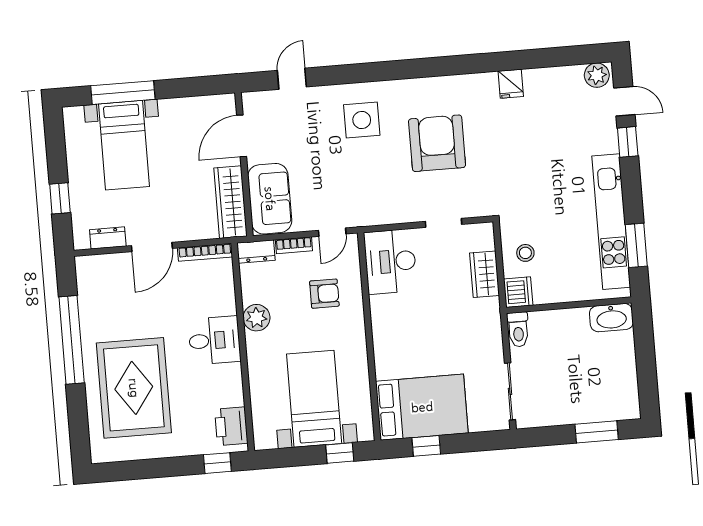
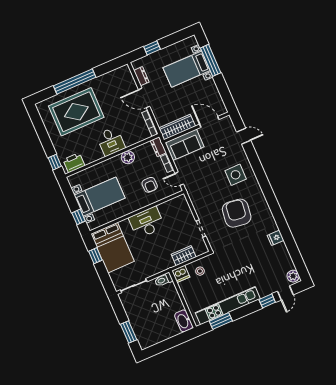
armchair: (437, 143) -> (237, 213), turned -83
desk: (390, 262) -> (147, 222), moved
window: (72, 340) -> (75, 82), moved

